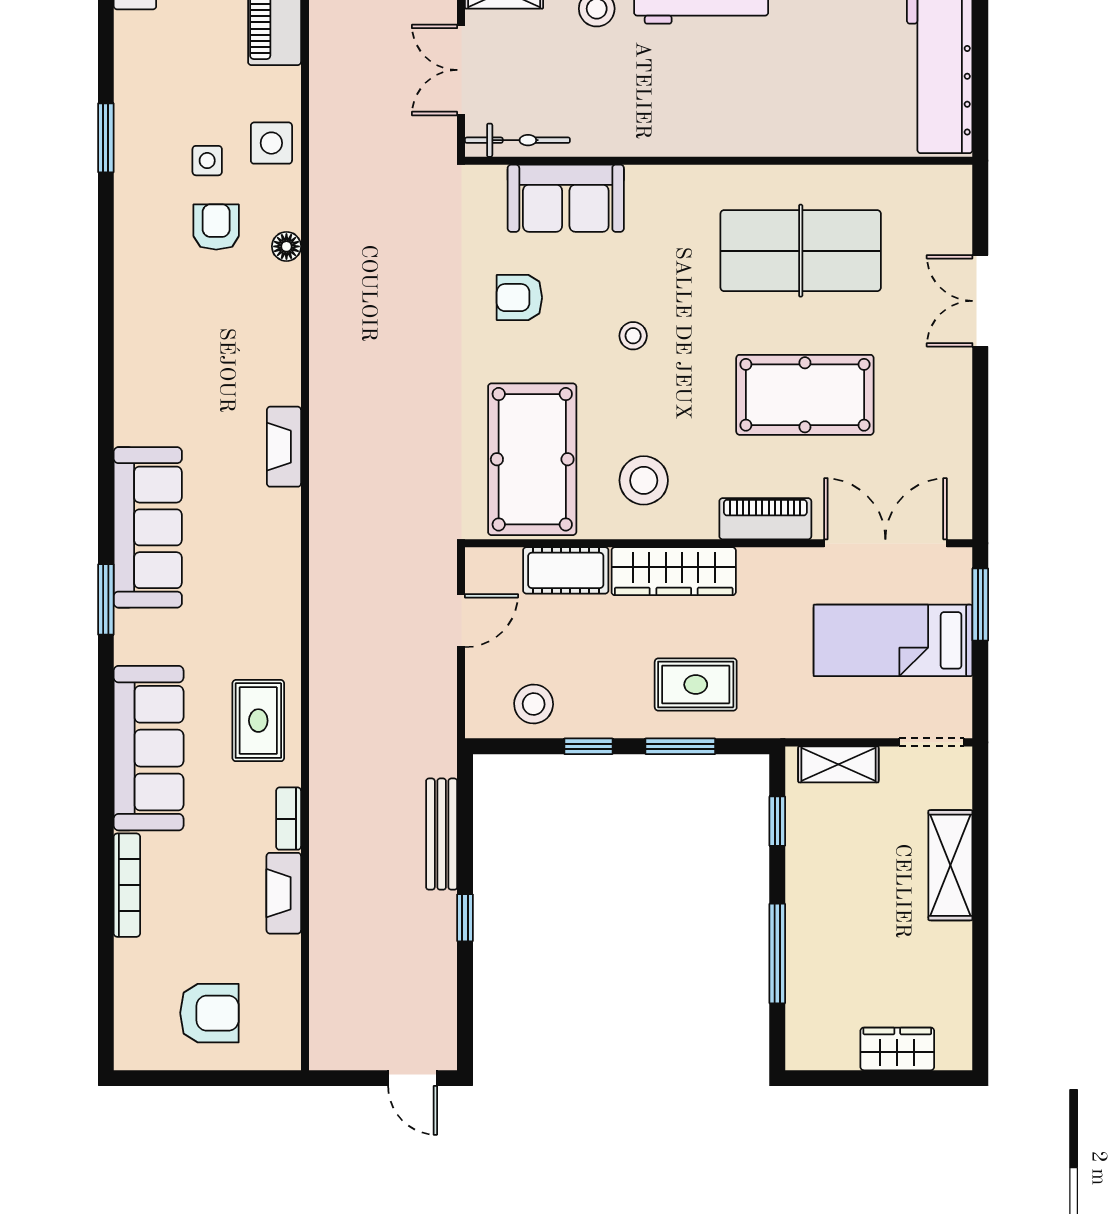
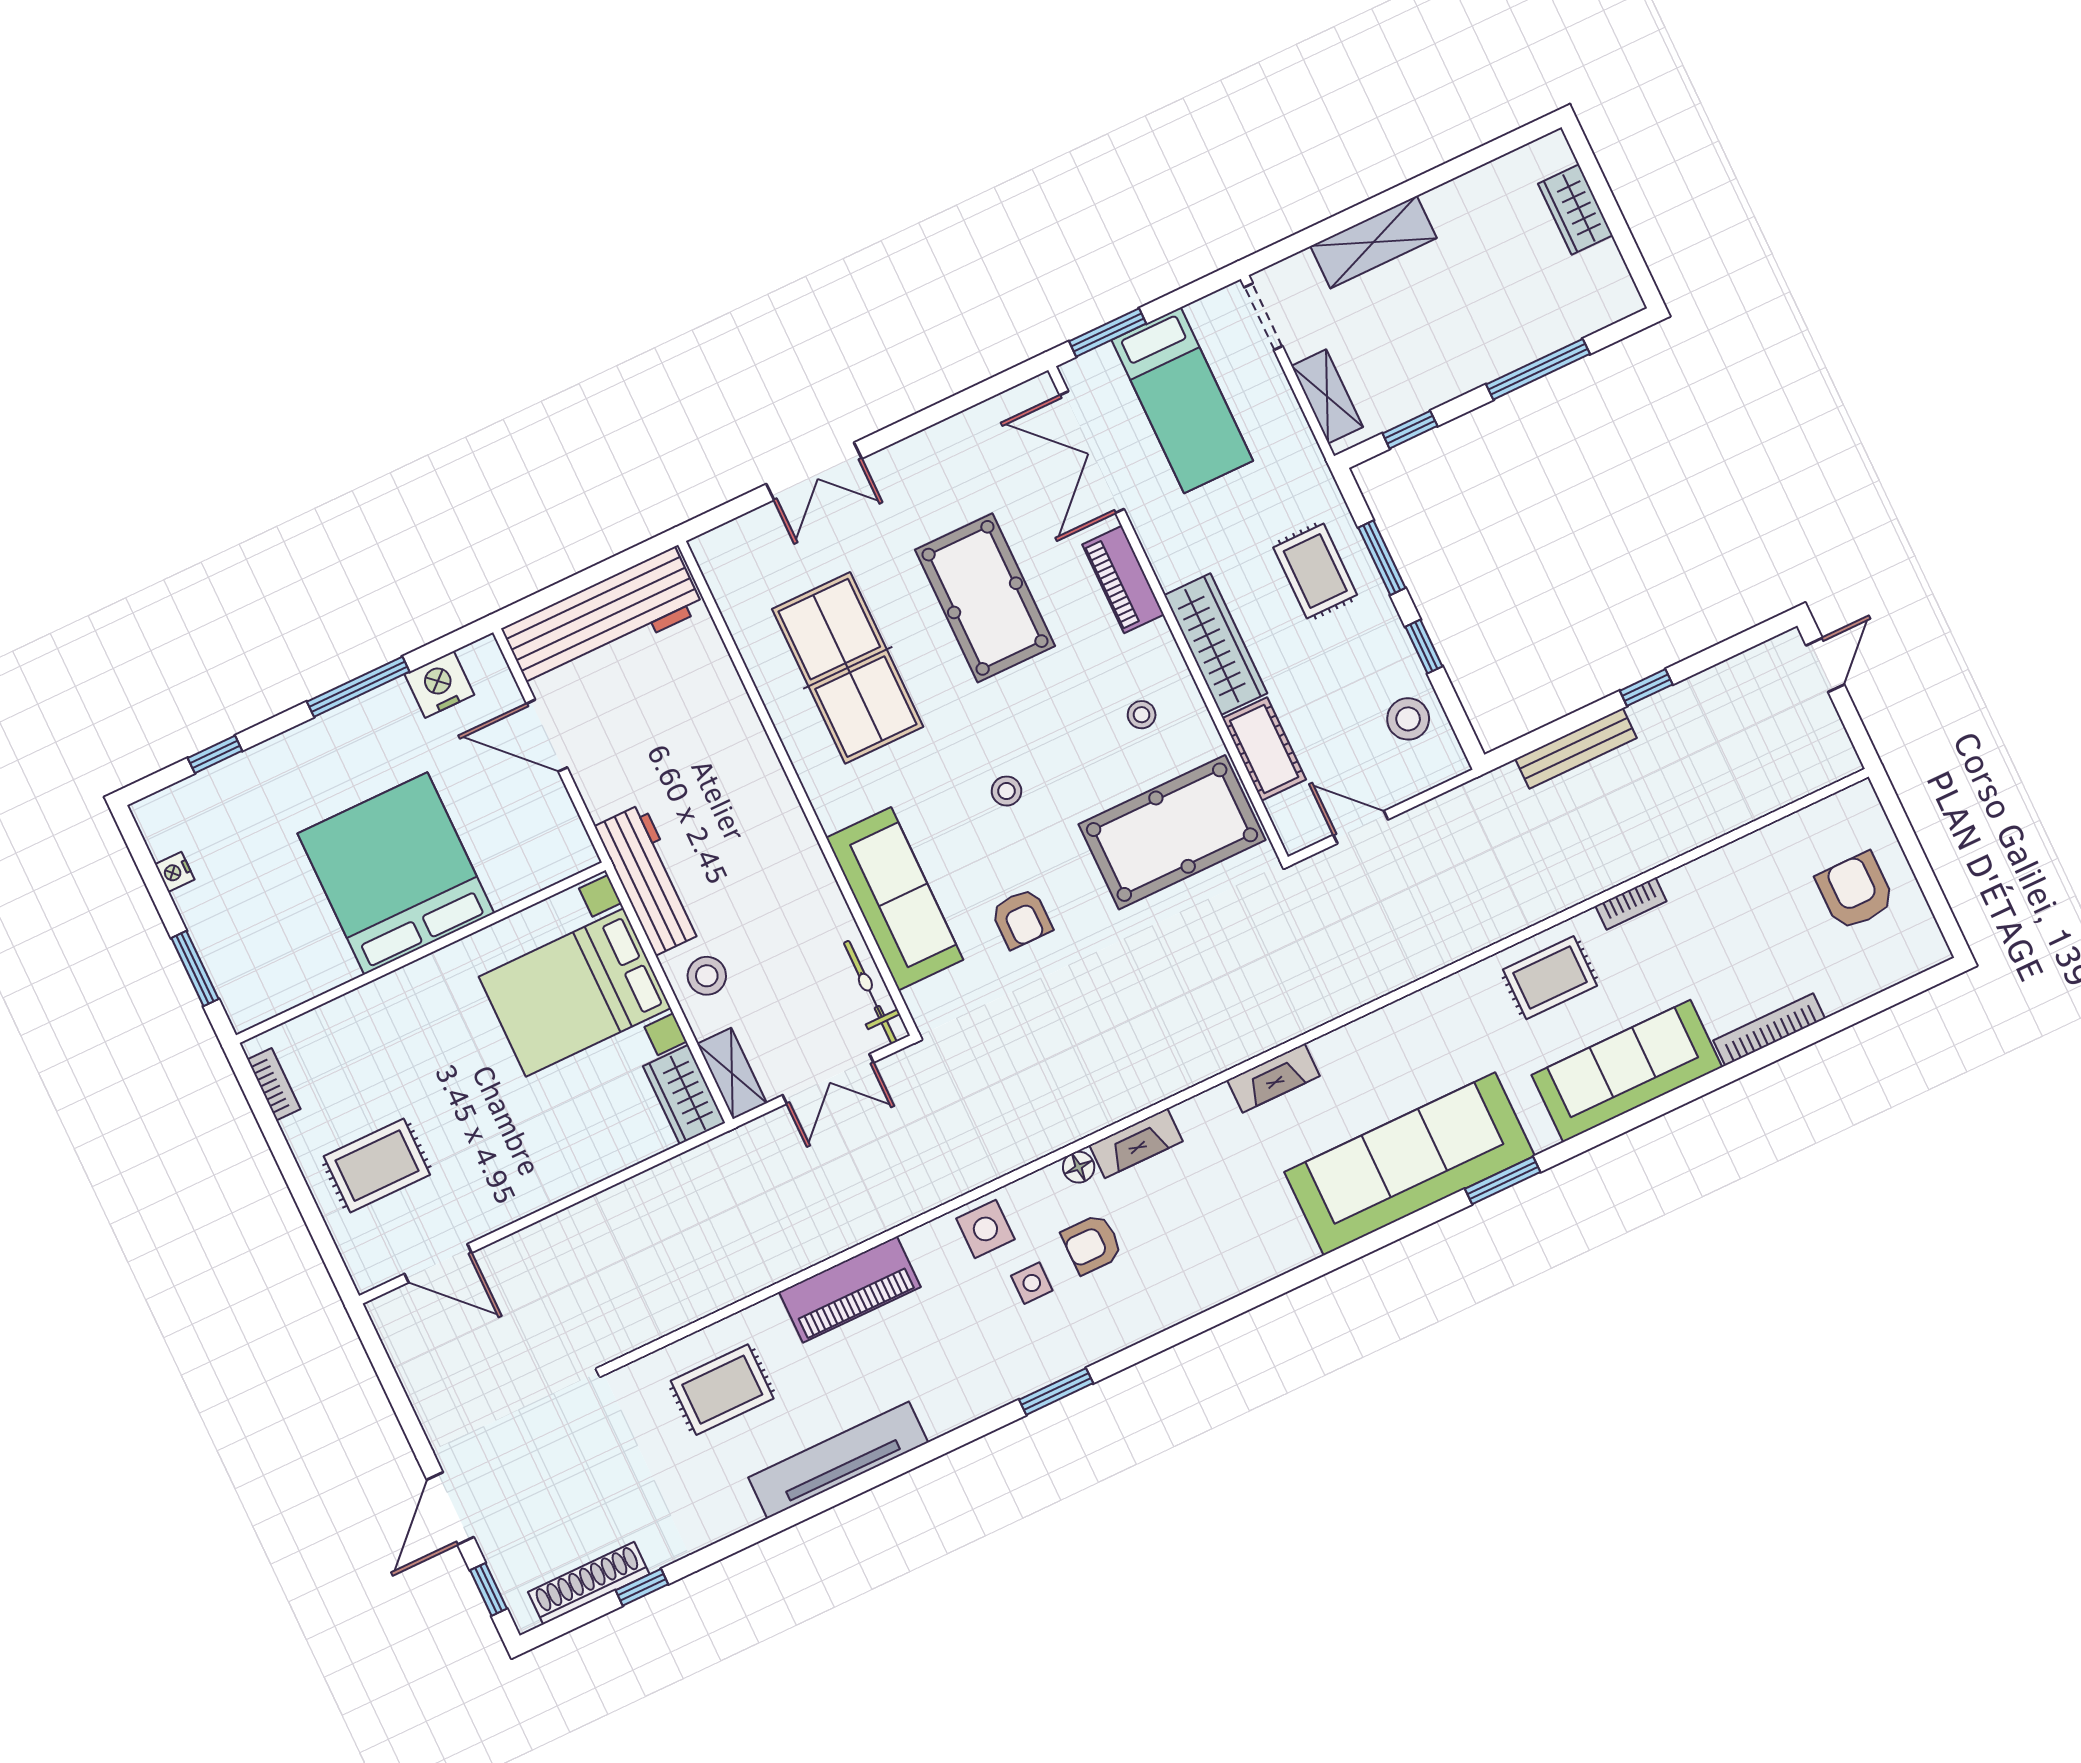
sofa: (566, 198) -> (895, 899), width x1.36
stool: (644, 480) -> (1142, 715), width x0.53, depth x0.53
sofa: (148, 527) -> (1409, 1164), width x1.36, depth x1.27
fireplace: (284, 893) -> (1136, 1143), moved

